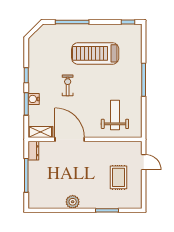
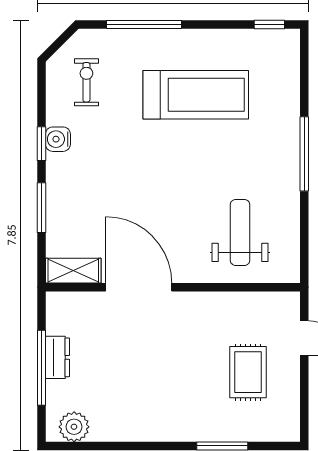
treadmill: (95, 53) -> (196, 95), turned 180
exercise bike: (68, 85) -> (86, 82), moved
water cooler: (34, 99) -> (58, 139), moved
dresser: (33, 151) -> (57, 357), moved
plant: (73, 202) -> (74, 427), moved

